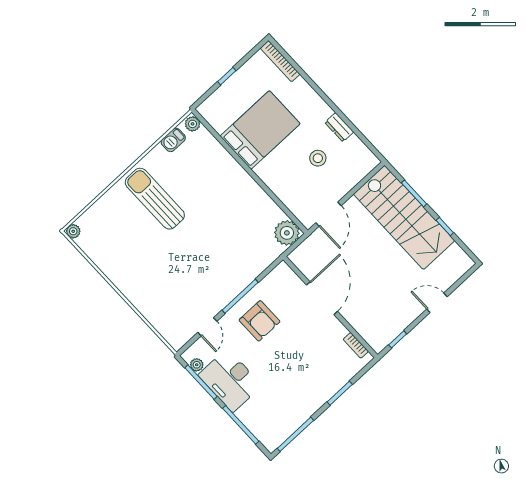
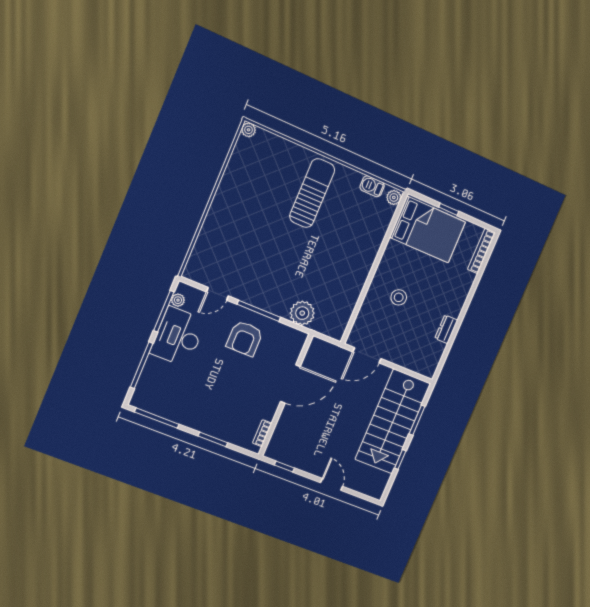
bed: (260, 130) -> (428, 230), moved
stool: (318, 158) -> (399, 297), moved
plant: (287, 233) -> (302, 313), moved

